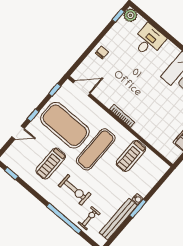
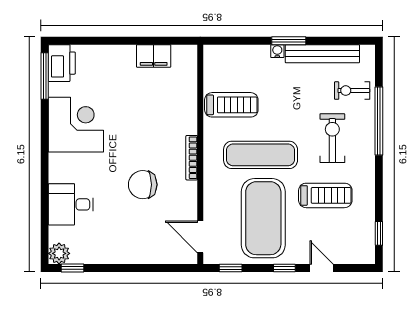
chair: (102, 52) -> (143, 185), moved, width x1.87, depth x1.87

